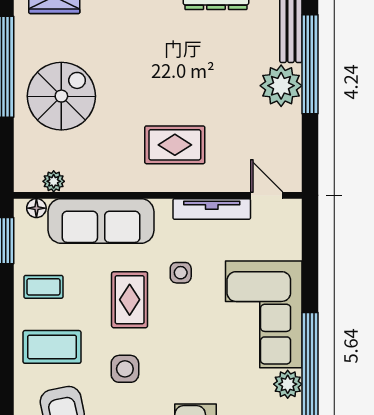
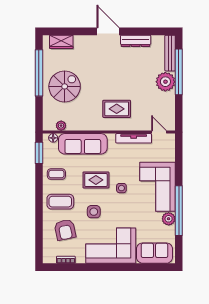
side table: (181, 273) -> (121, 188), moved
rug: (130, 300) -> (96, 180), turned 90

